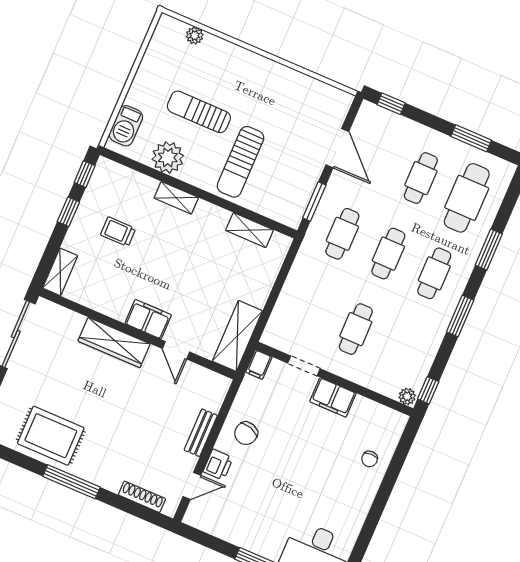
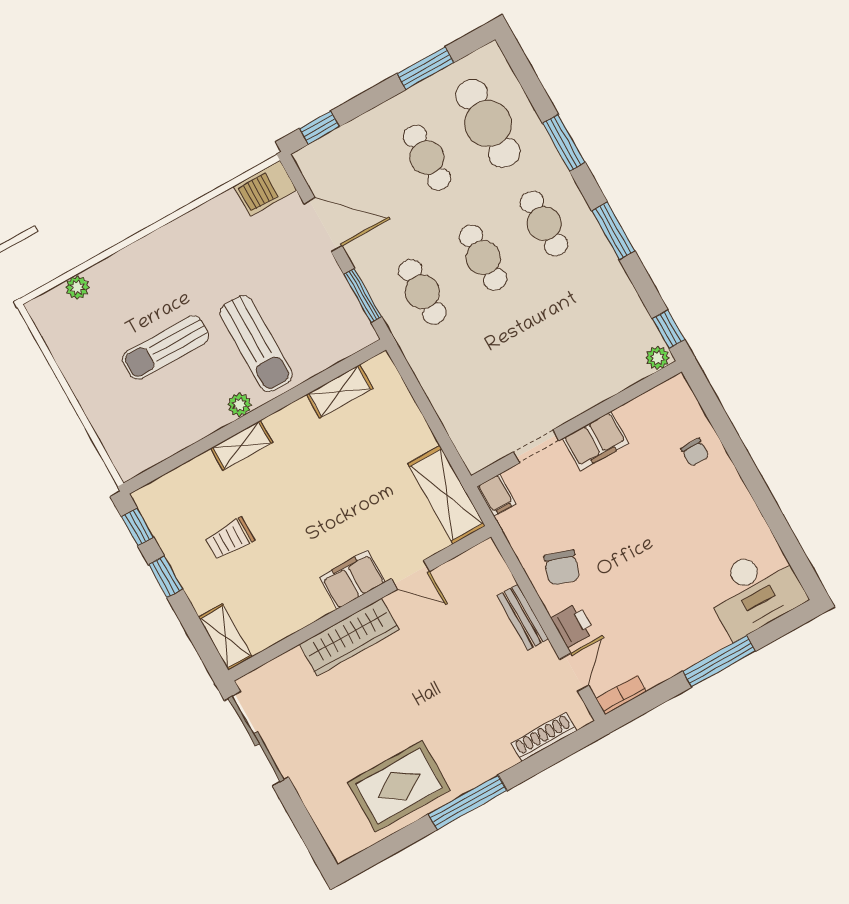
barbecue: (126, 126) -> (265, 188), moved, turned 90
plant: (168, 157) -> (239, 405), moved, width x0.53, depth x0.53
cafe table: (356, 329) -> (539, 358), removed
bookcase: (199, 522) -> (621, 695), added

